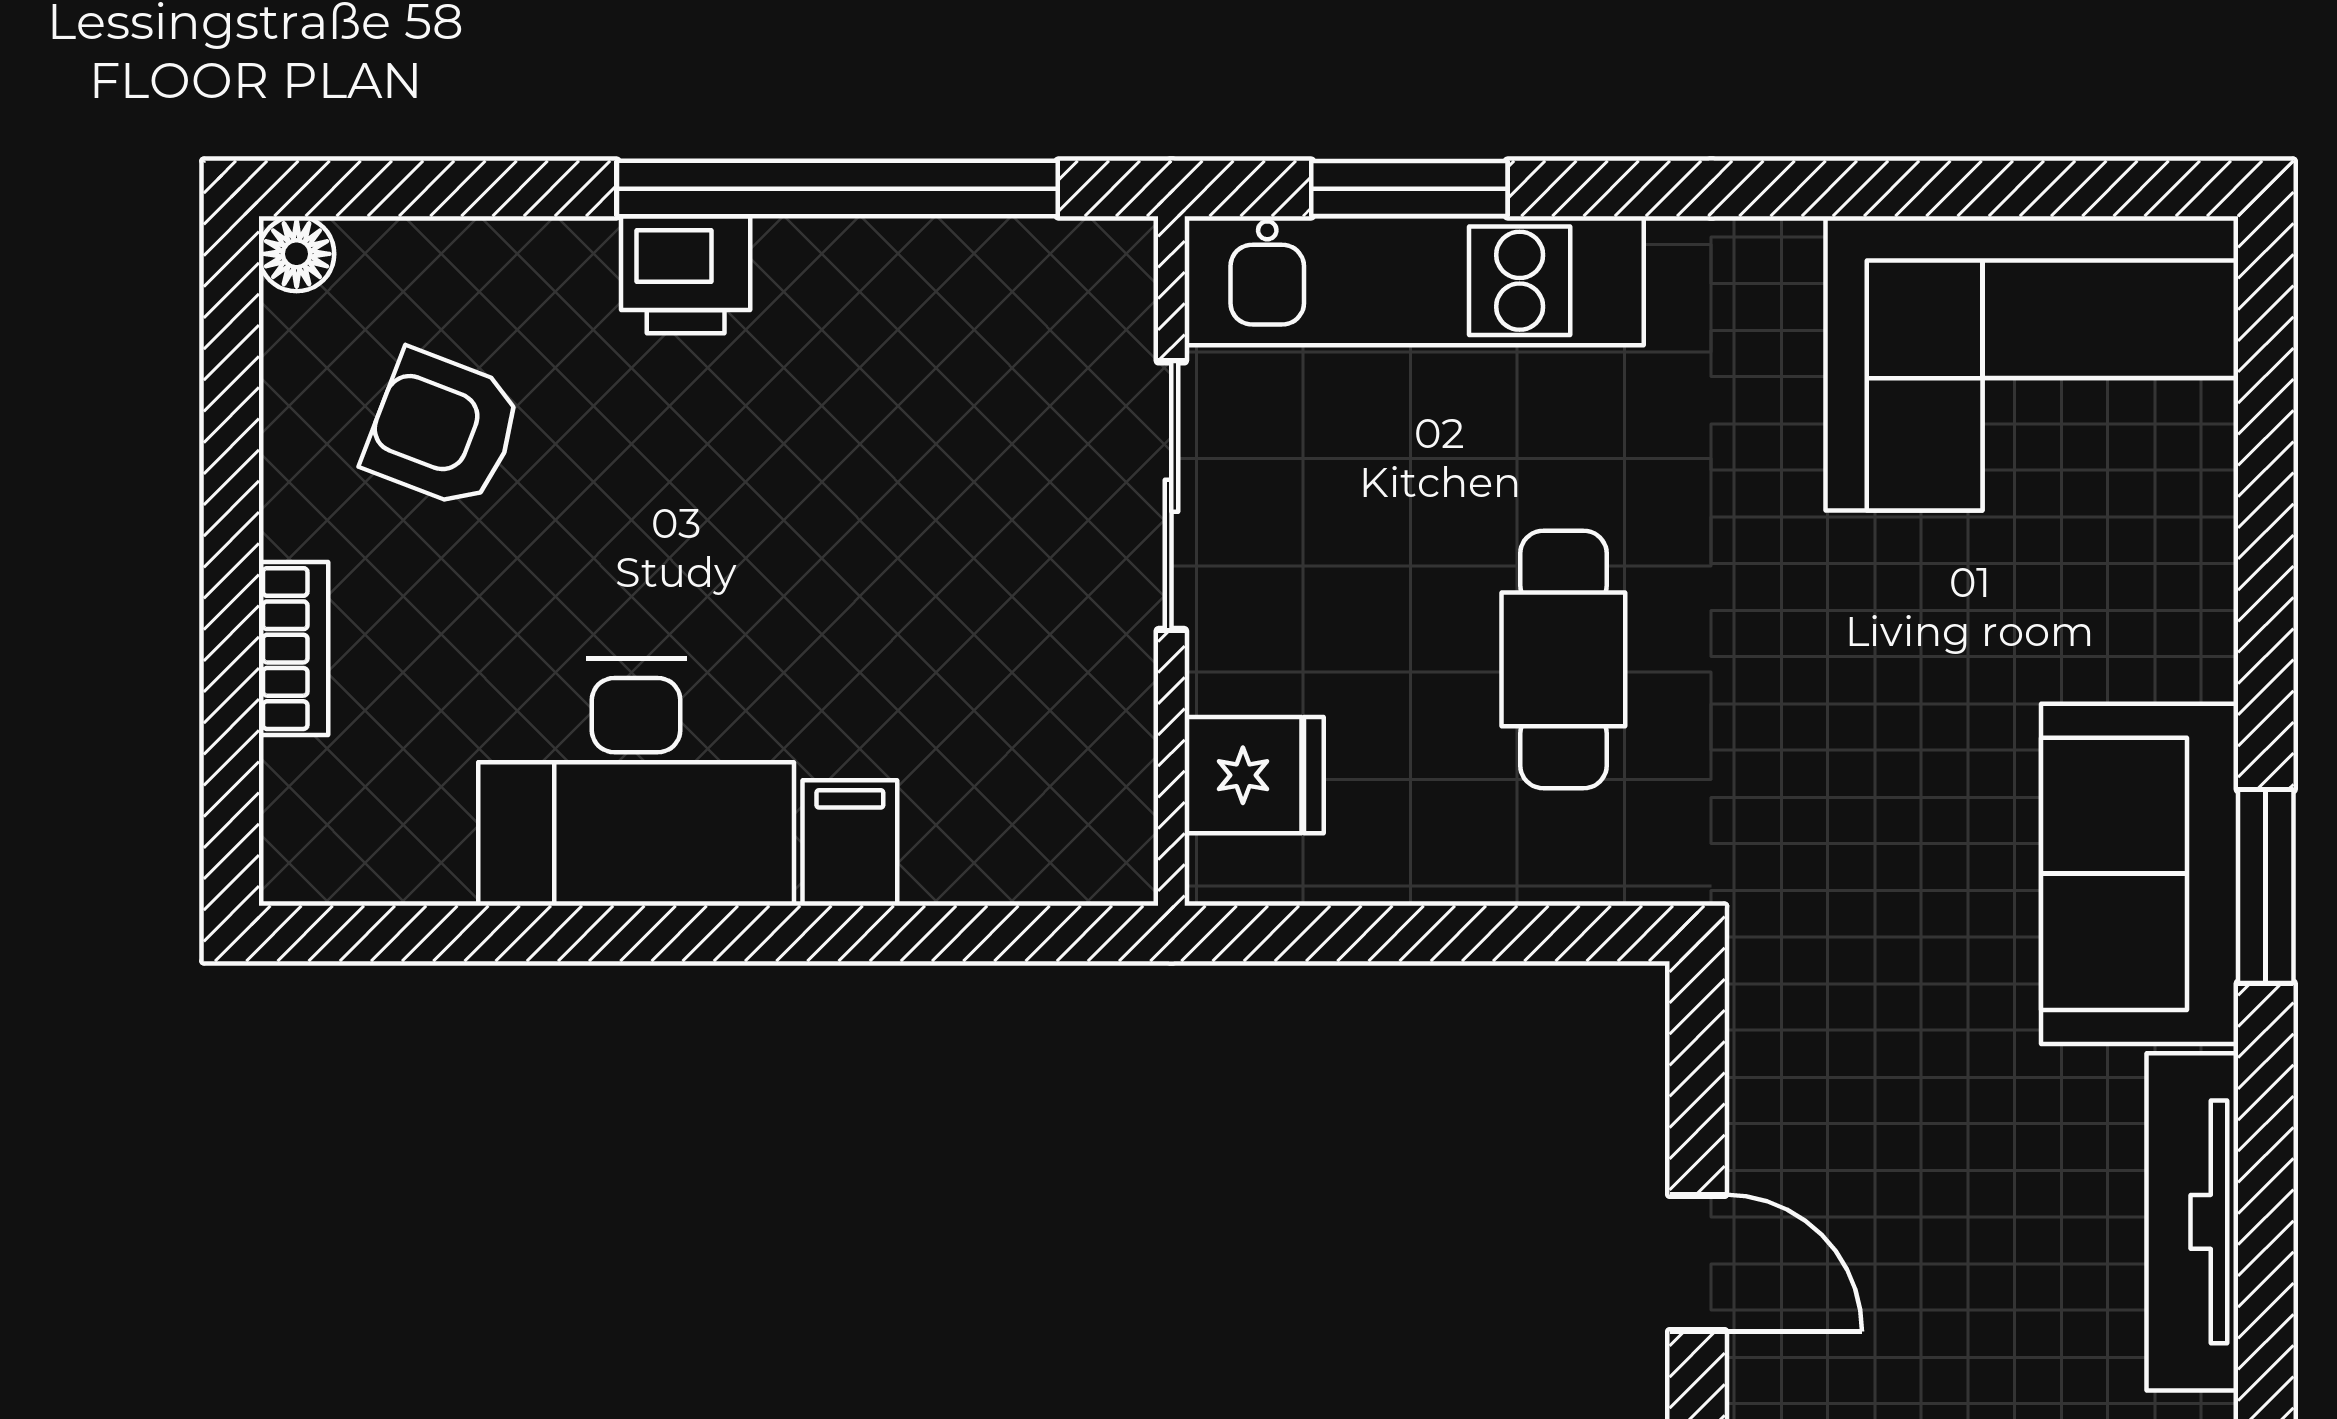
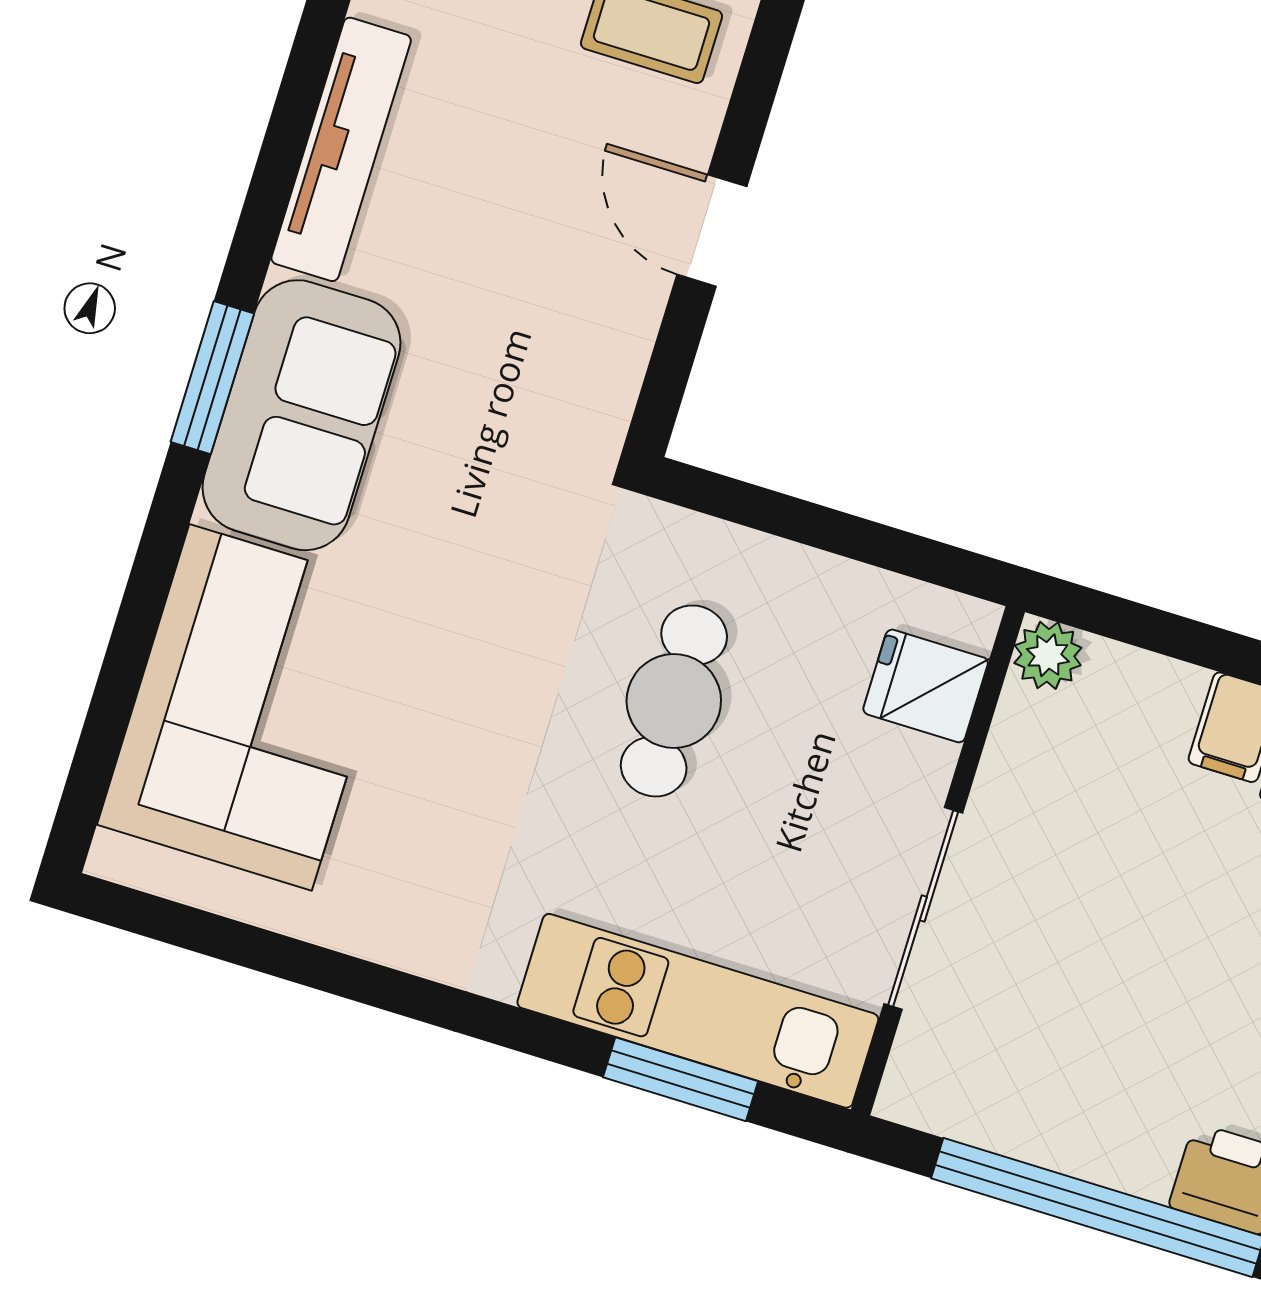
corner sofa: (2032, 363) -> (251, 707), moved, turned 90
plant: (1113, 861) -> (1048, 655), added

